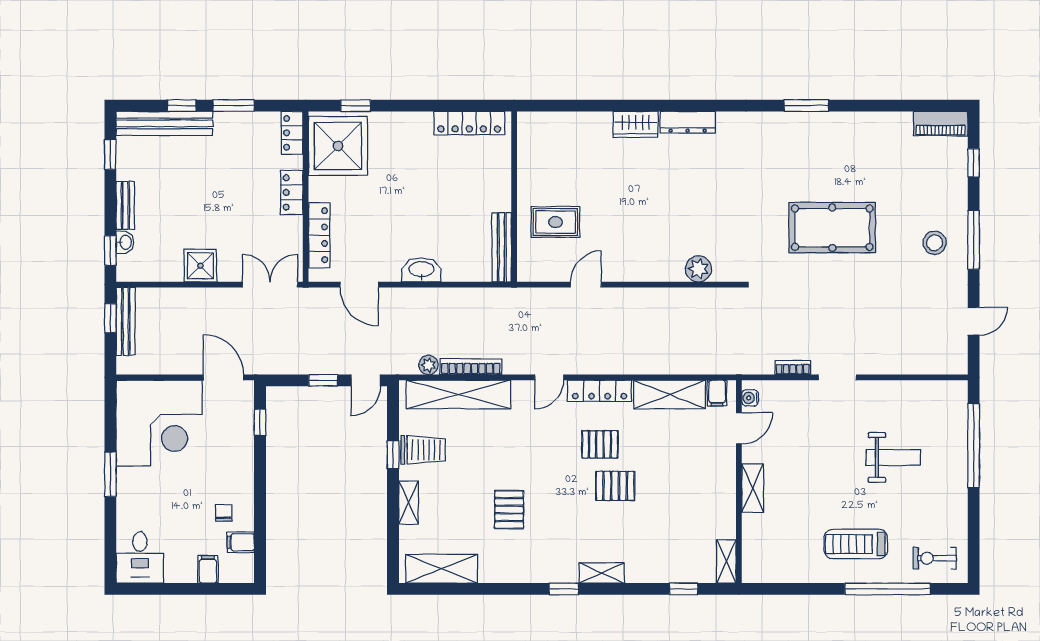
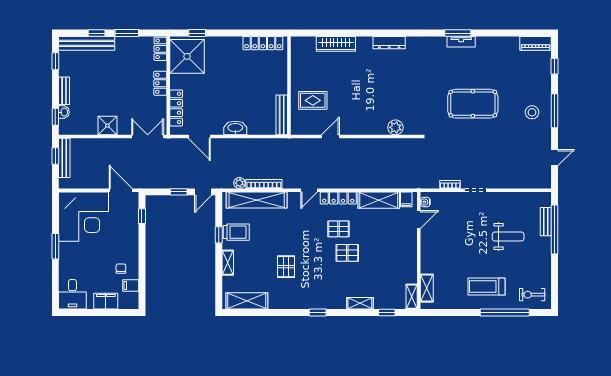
tv unit: (812, 121) -> (461, 42), added
wardrobe: (636, 124) -> (336, 44), moved, width x1.50
bench: (958, 432) -> (546, 222), added
shelving: (753, 488) -> (427, 288), moved
filing cabinet: (208, 569) -> (106, 301), width x2.00
shelving: (602, 573) -> (360, 303), moved

